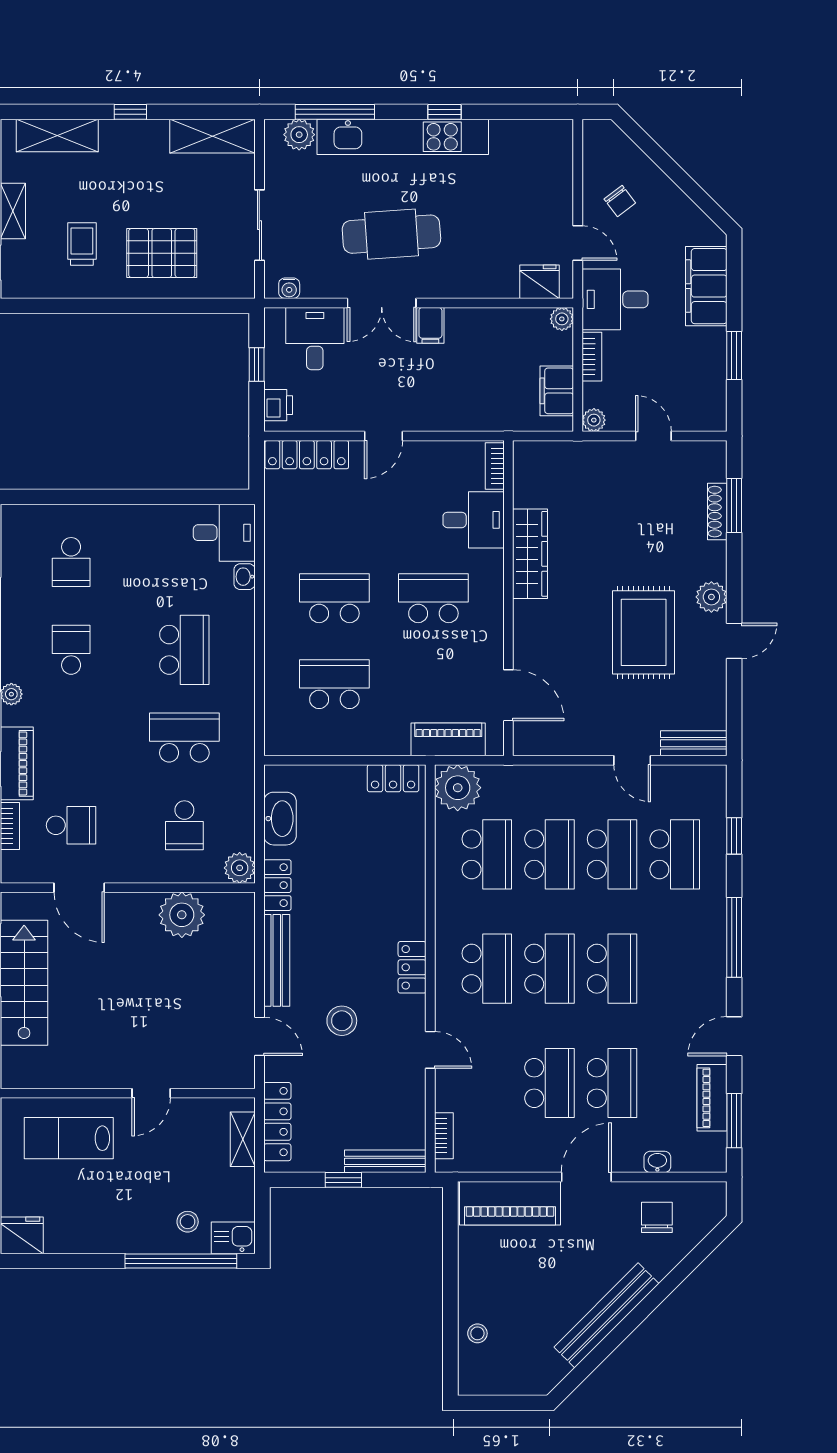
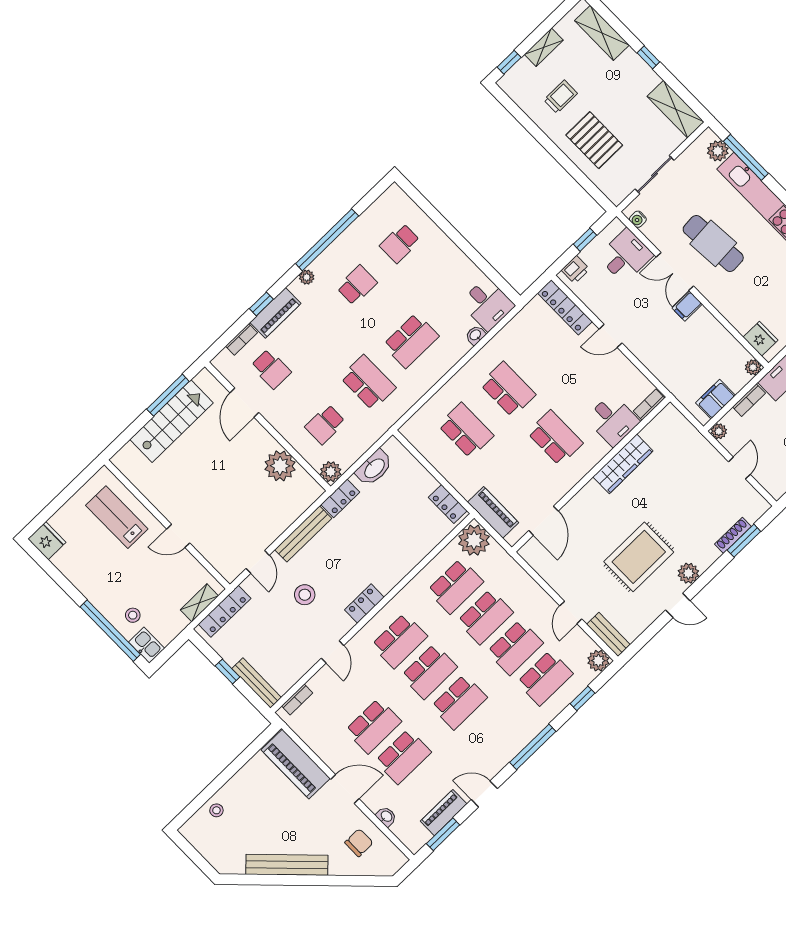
plant: (711, 781) -> (598, 661), added

